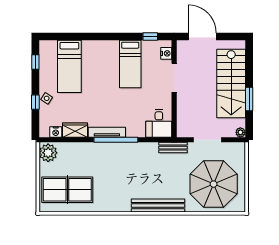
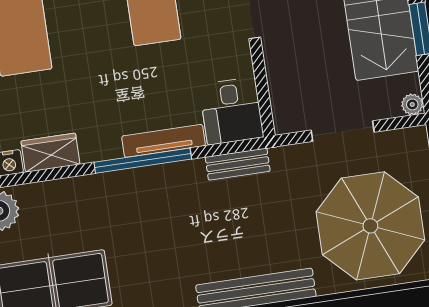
tv unit: (107, 132) -> (164, 141), moved
bench: (173, 148) -> (238, 164), moved

